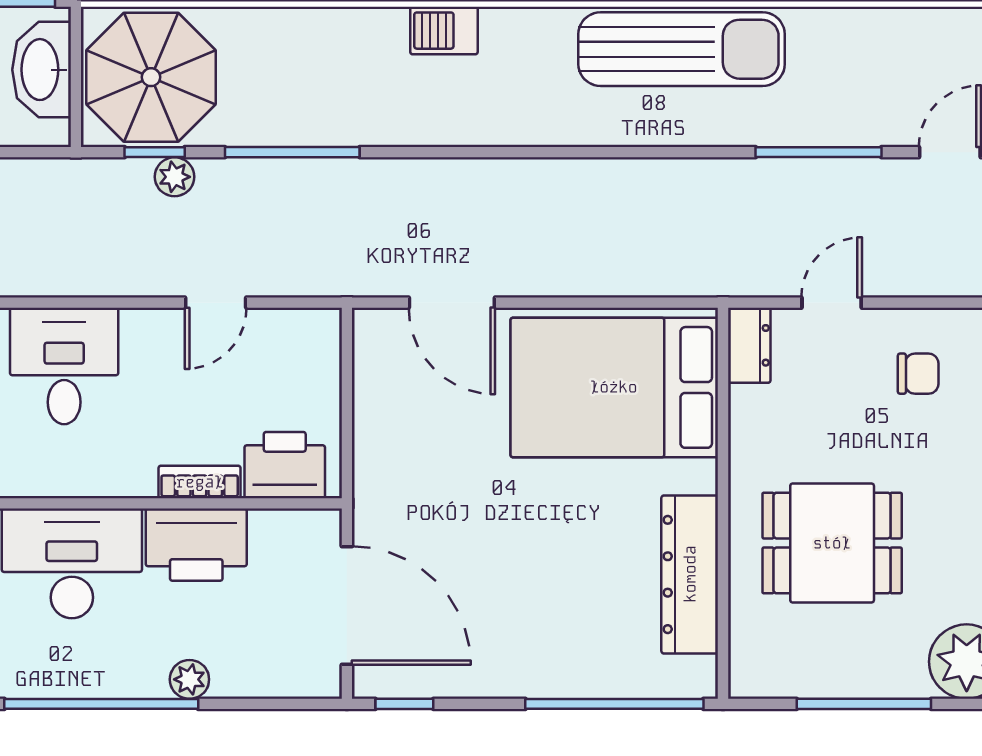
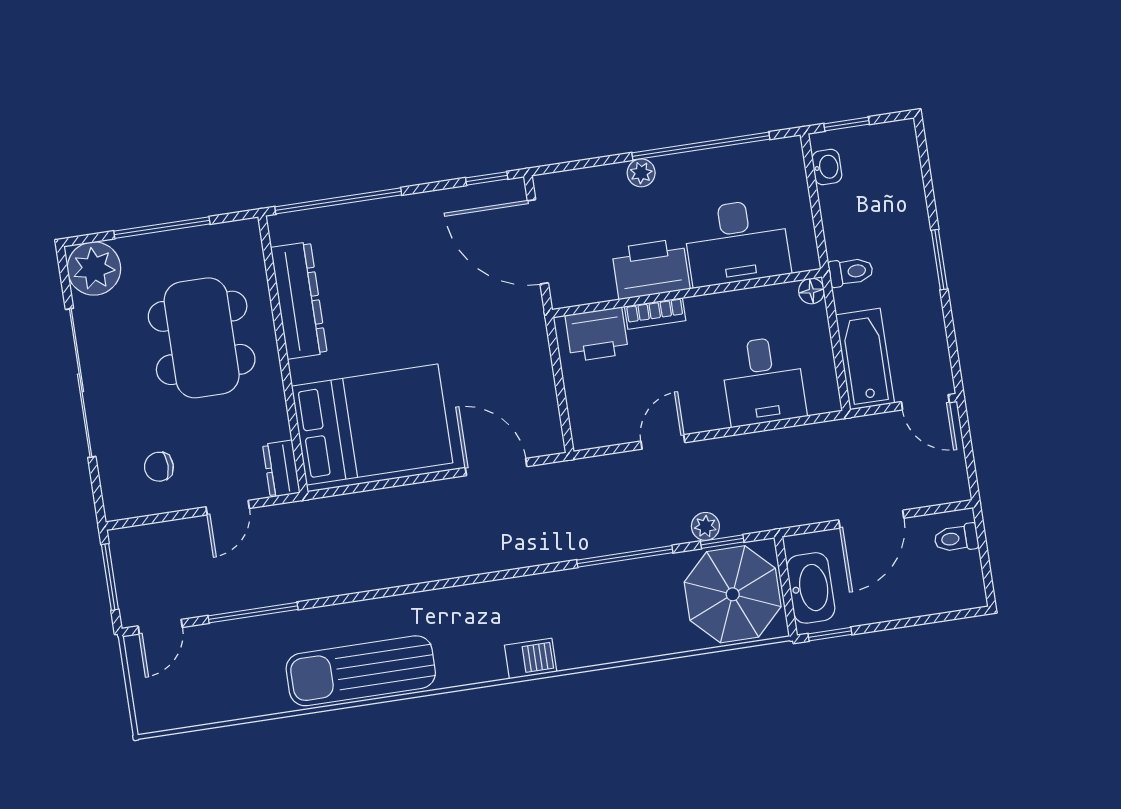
dining table: (832, 543) -> (202, 338), width x1.38

